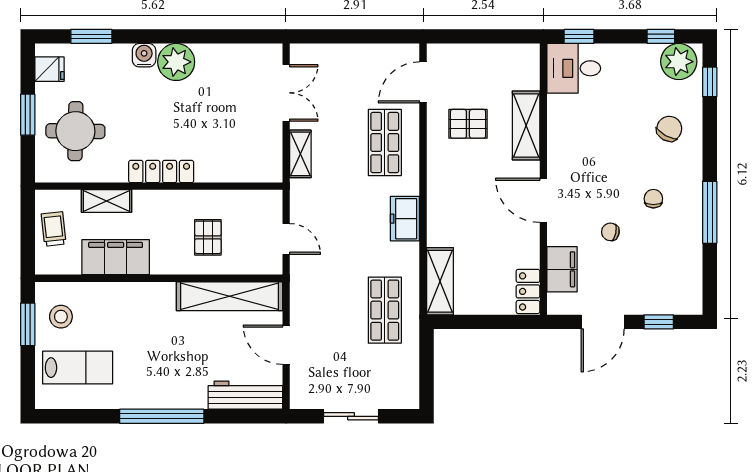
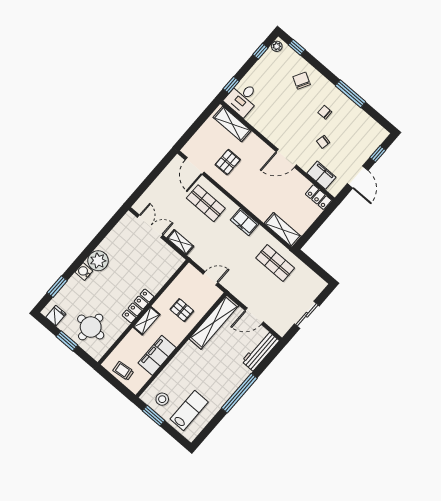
plant: (679, 62) -> (277, 46), width x0.53, depth x0.53
shelving: (526, 125) -> (232, 124), moved
shelving: (106, 201) -> (147, 321), moved

